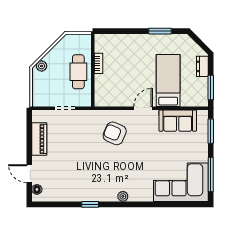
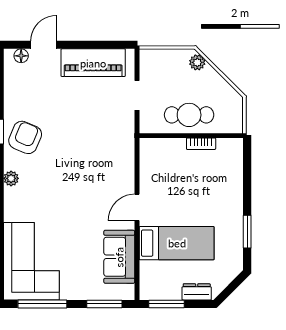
door: (143, 108) -> (137, 207), swing flipped
armchair: (115, 133) -> (25, 137), moved
piano: (39, 139) -> (93, 63), width x1.37, depth x1.33

